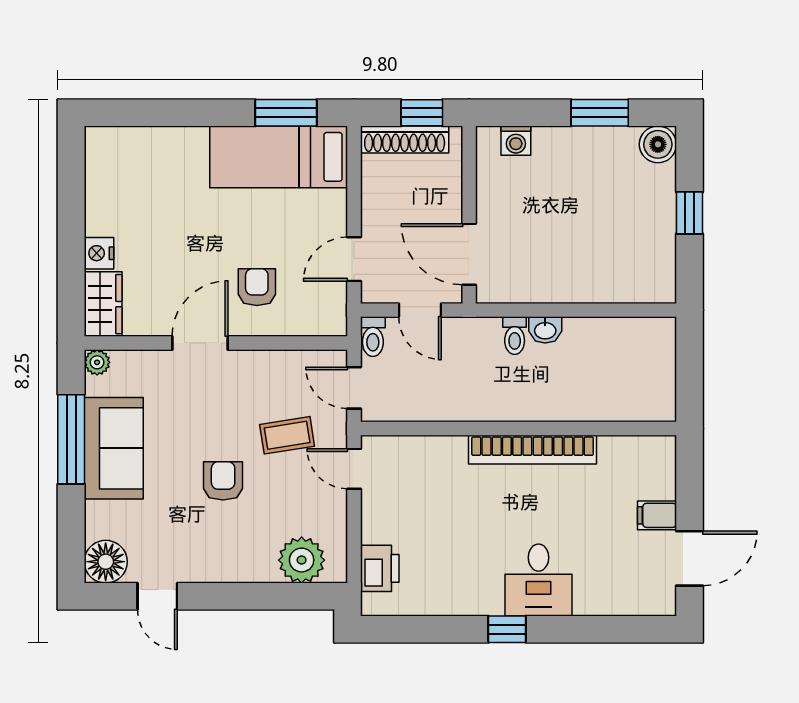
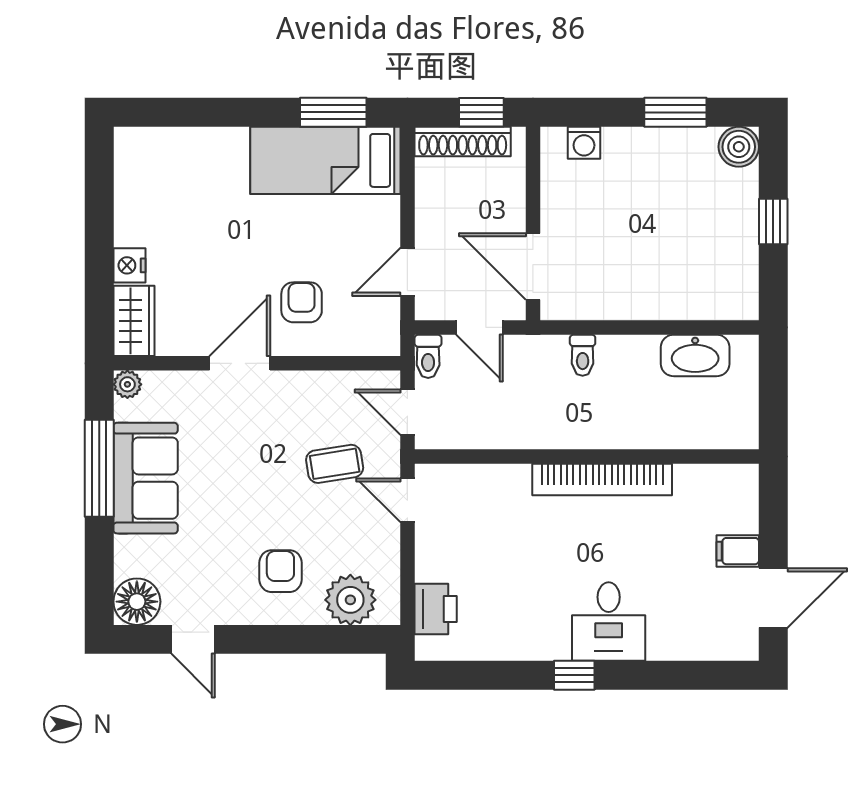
washbasin: (545, 330) -> (695, 355), moved, width x1.91, depth x1.45
armchair: (223, 481) -> (280, 571), moved

